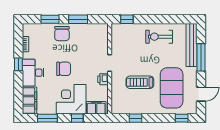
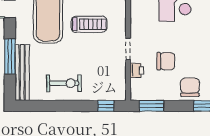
window: (78, 19) -> (152, 106), moved
chair: (64, 69) -> (166, 61), moved, turned 180
printer: (103, 79) -> (137, 70), moved

